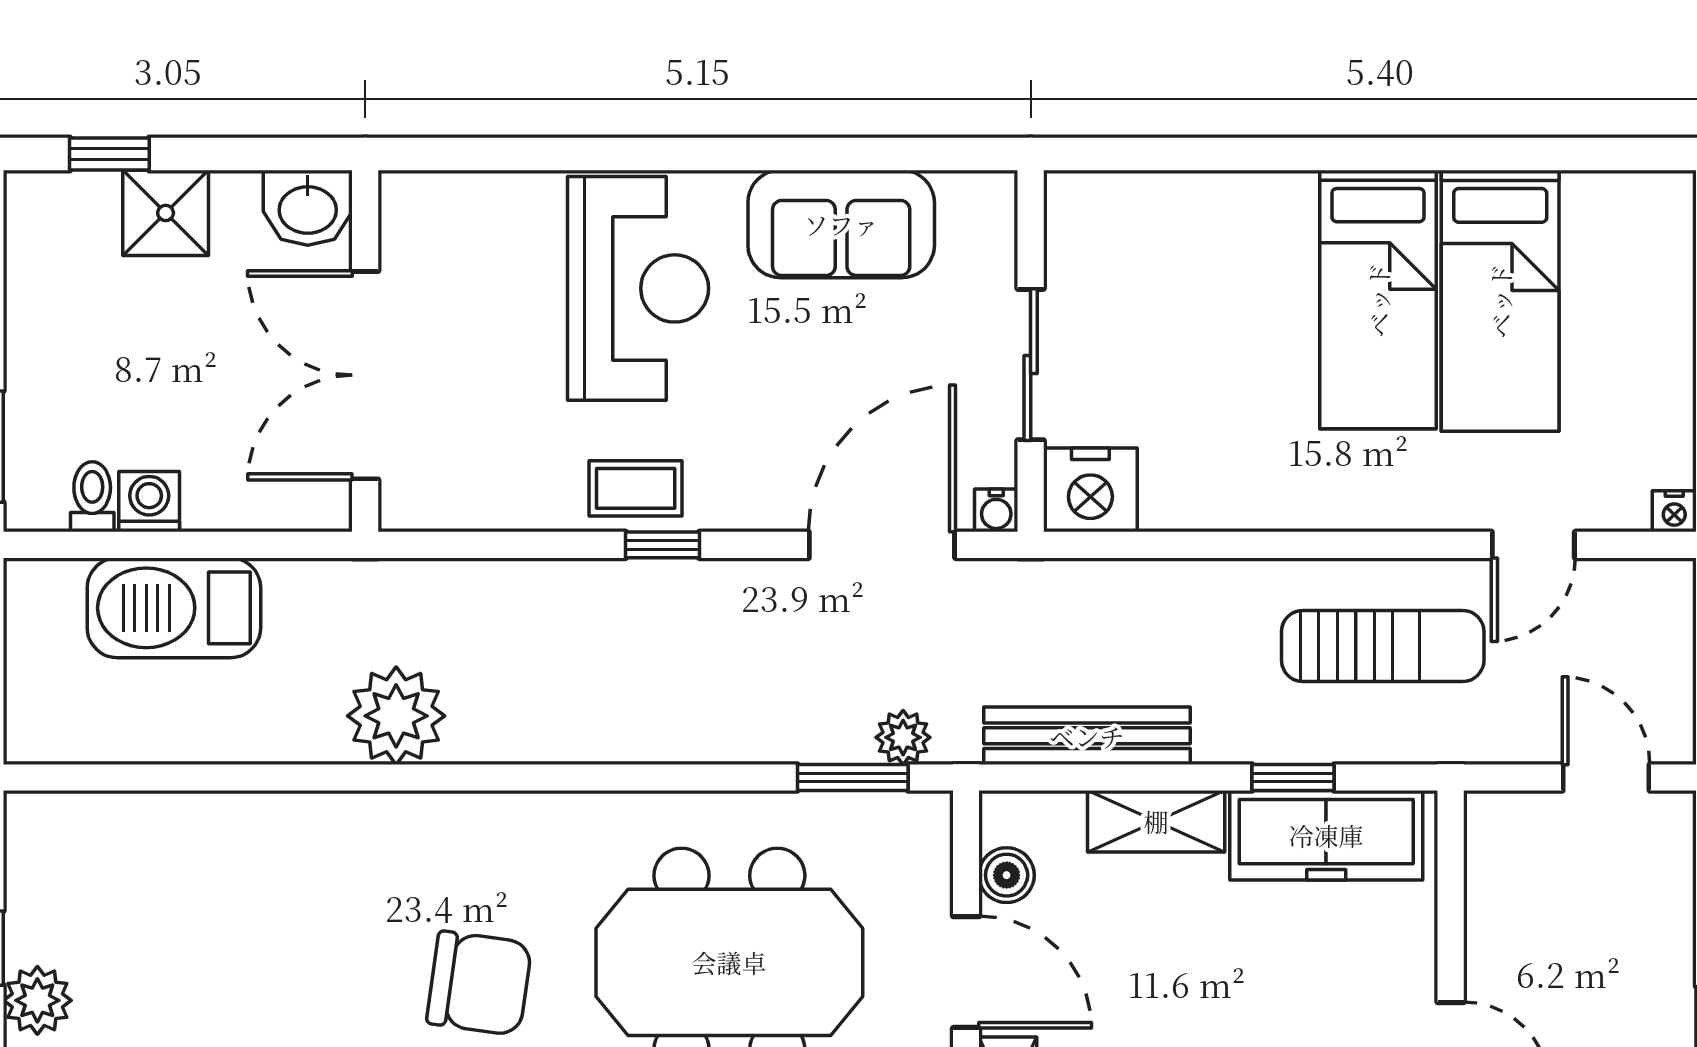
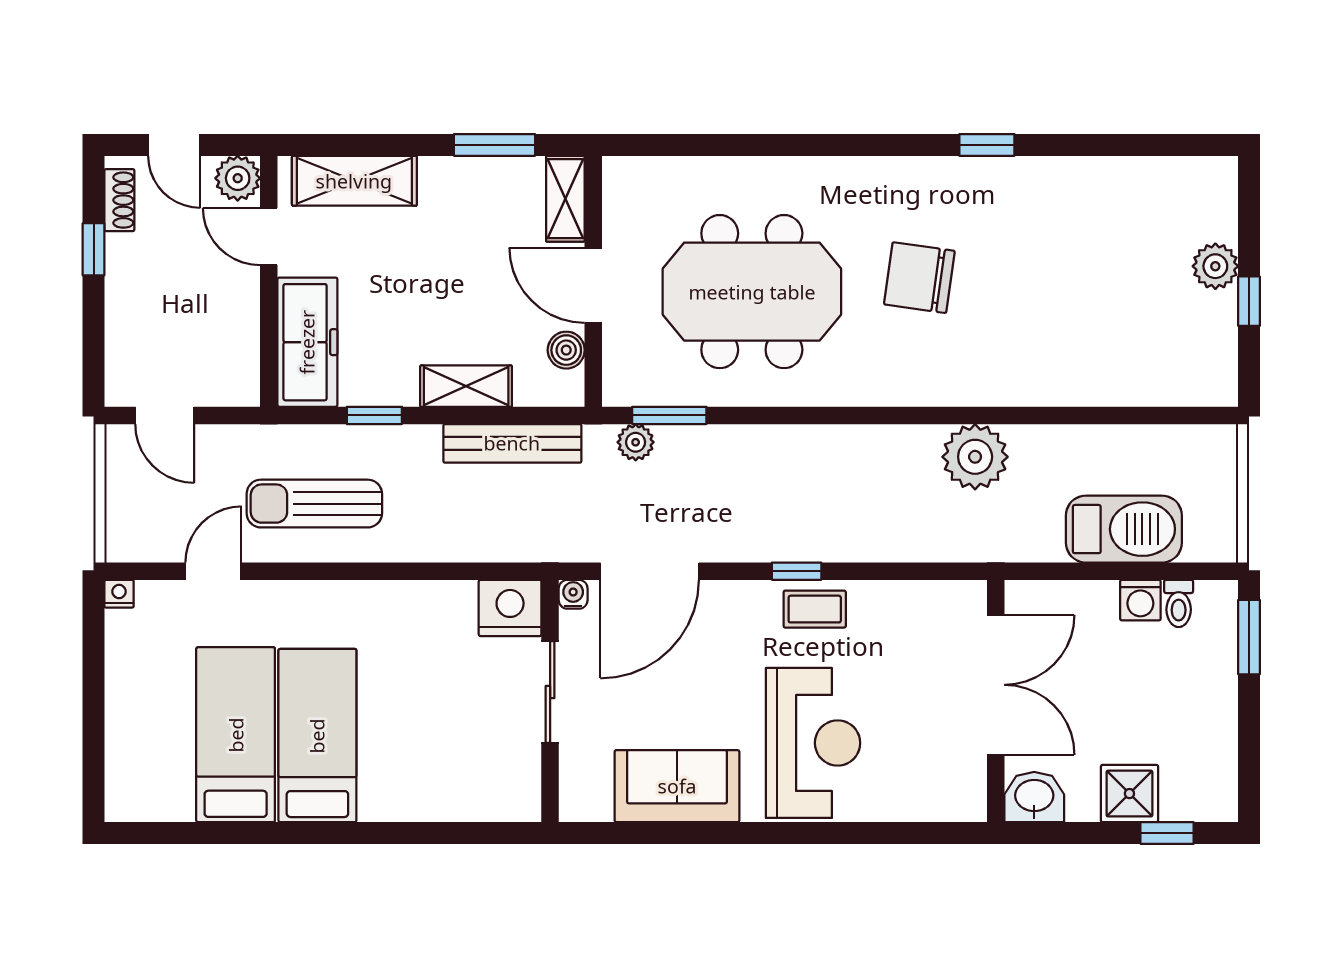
reception desk: (638, 288) -> (813, 743), turned 180
freezer: (1326, 835) -> (307, 342), moved, turned 90

